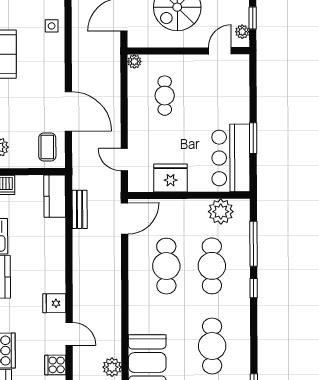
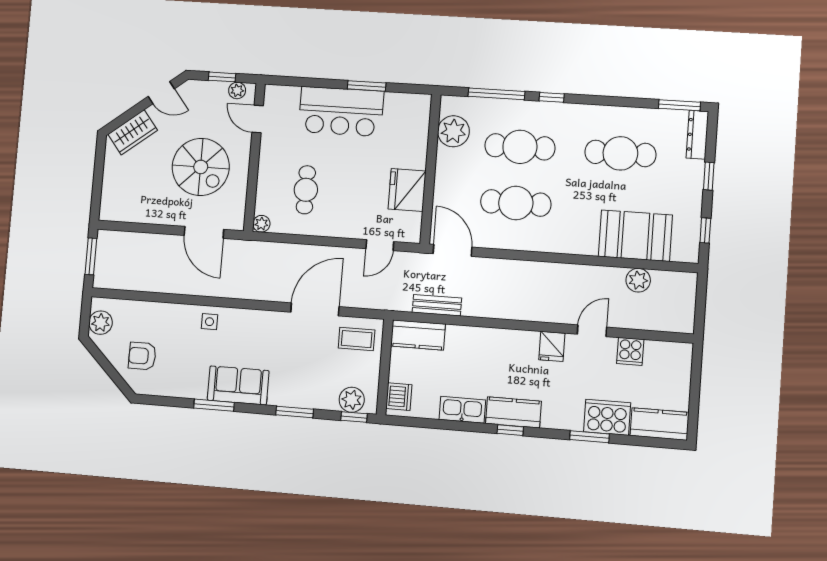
cafe table: (165, 96) -> (306, 190), turned 90
bar counter: (231, 158) -> (341, 111), moved

